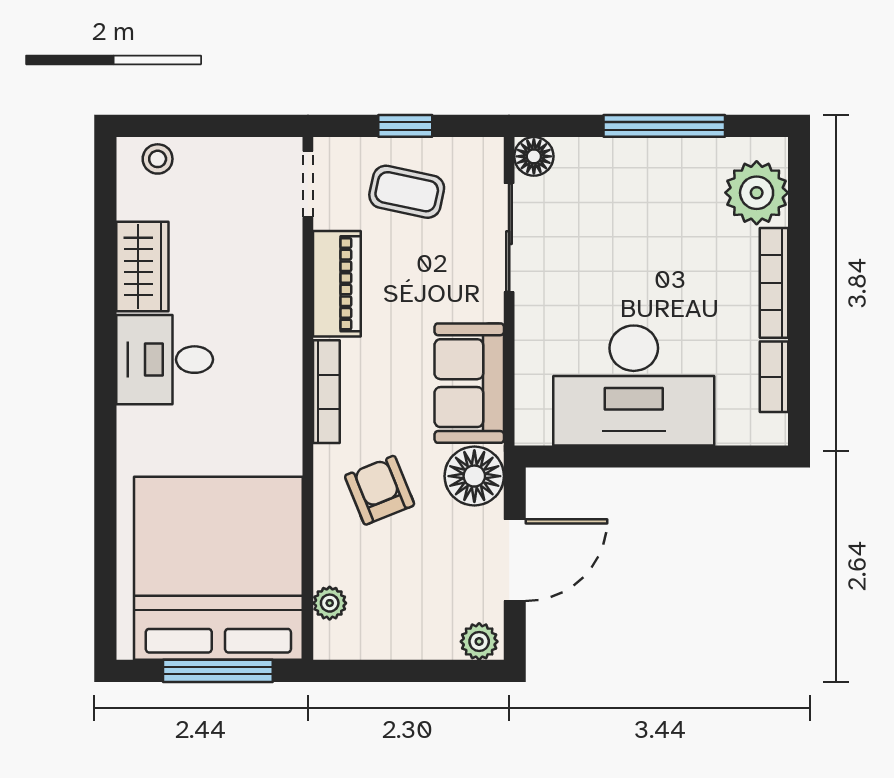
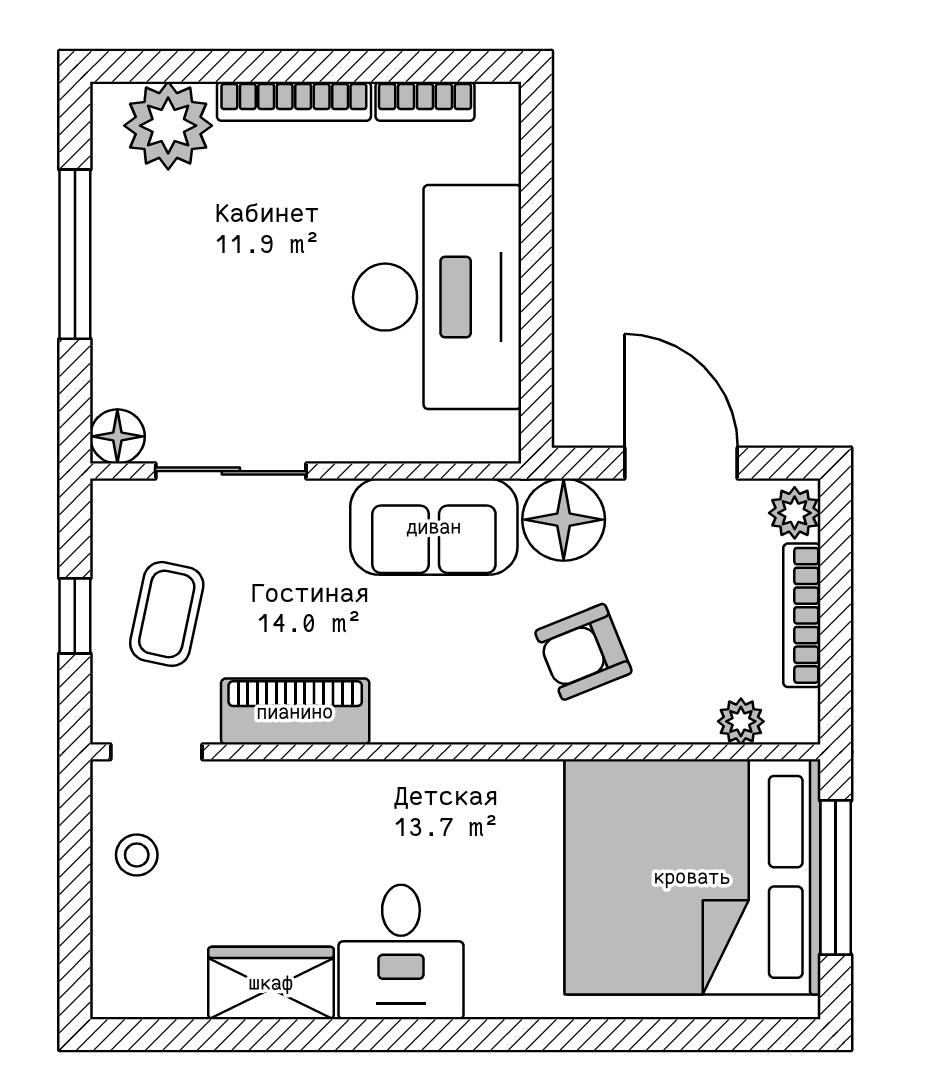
stool: (158, 159) -> (137, 855), moved
bookcase: (326, 392) -> (802, 615), moved, turned -90

